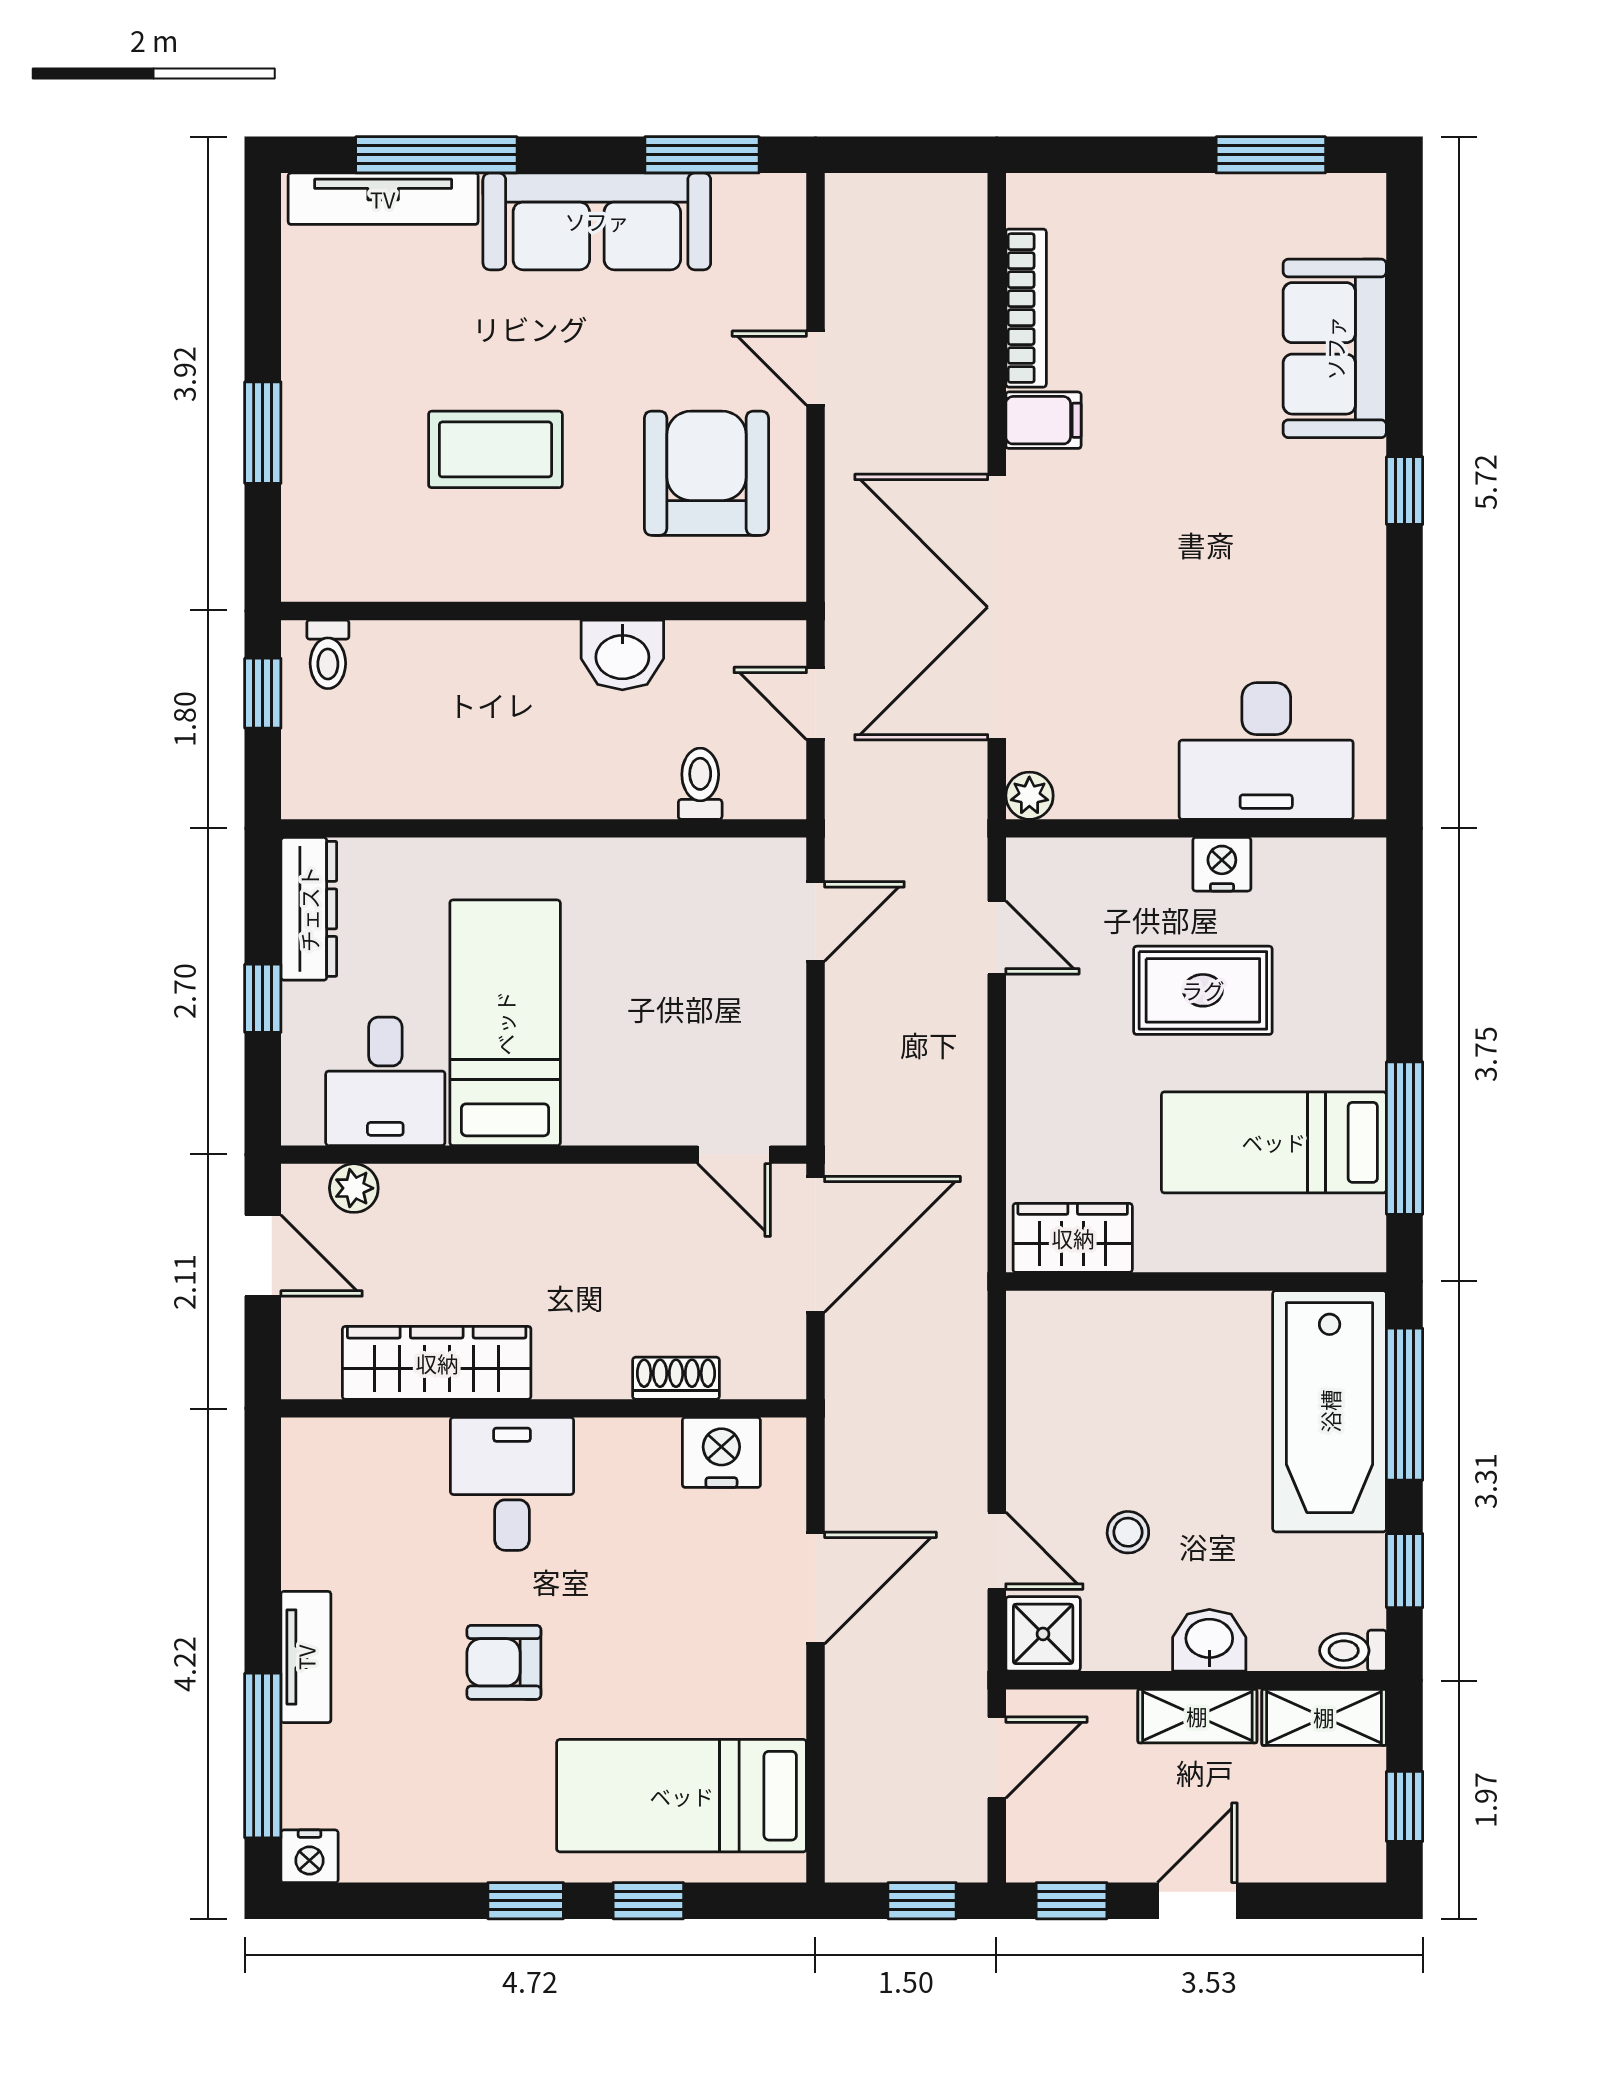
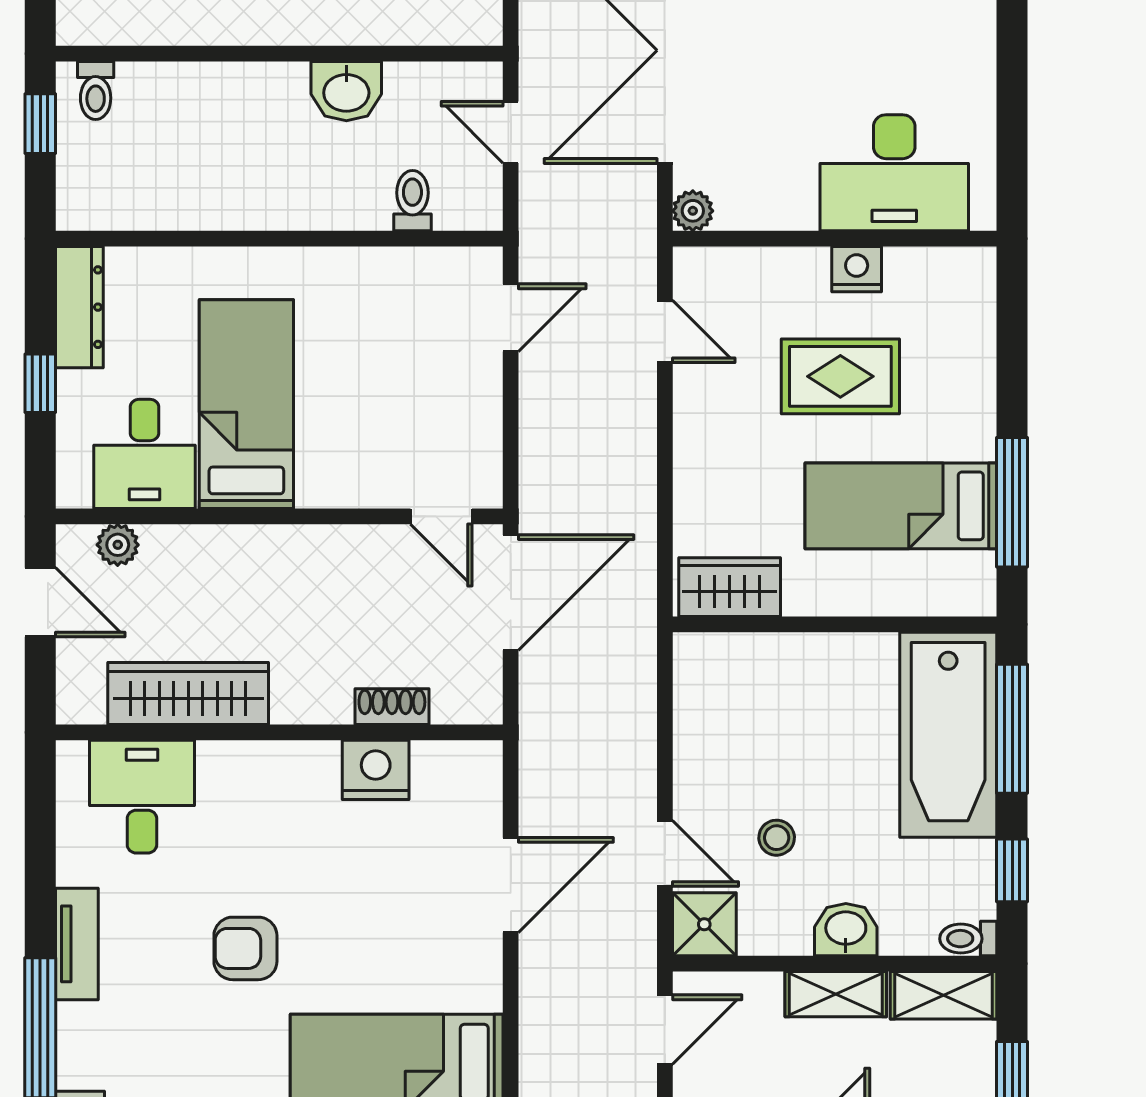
nightstand: (721, 1452) -> (376, 770), moved
desk: (512, 1484) -> (142, 797), moved

